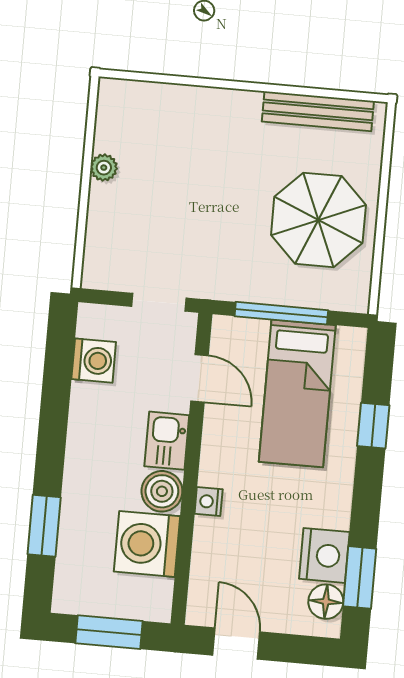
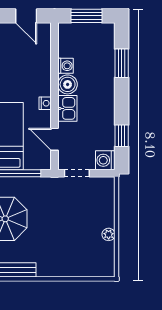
washing machine: (94, 361) -> (105, 160), moved
window: (58, 373) -> (122, 136), added
nightstand: (209, 501) -> (45, 103), moved
washing machine: (147, 544) -> (66, 66), width x0.53, depth x0.53

